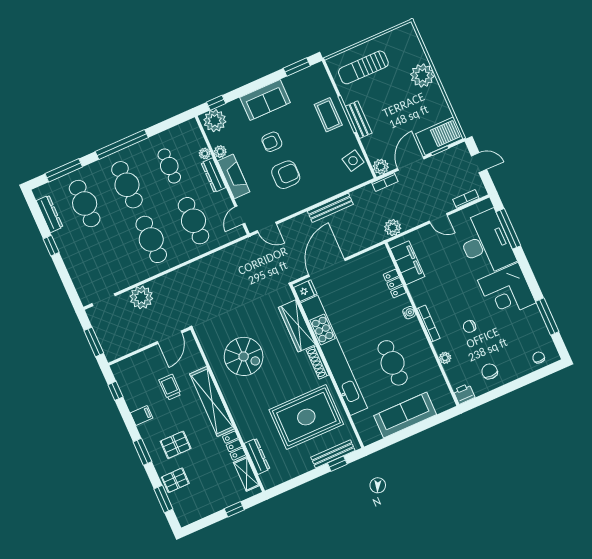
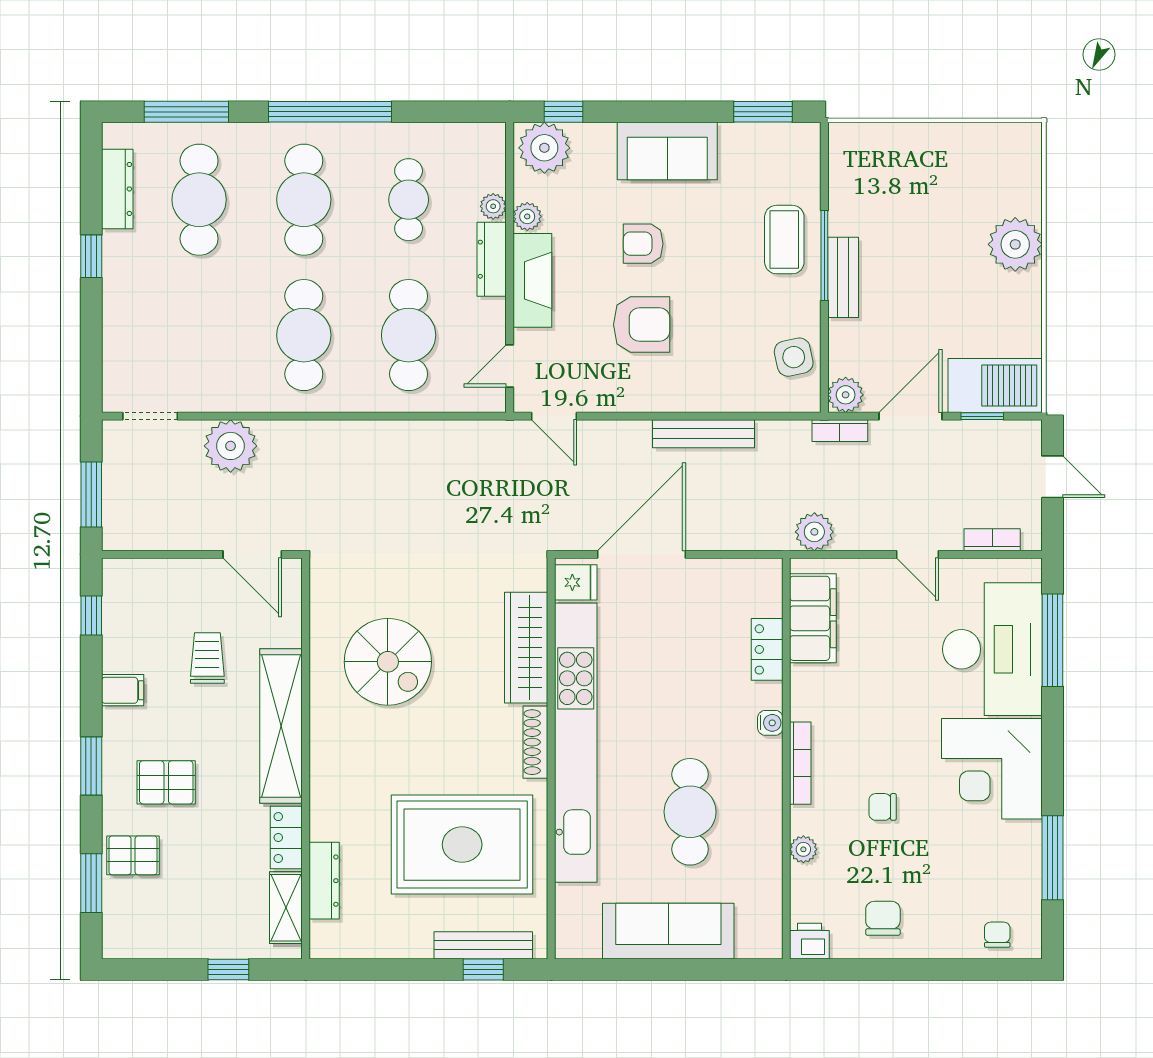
sun lounger: (363, 67) -> (901, 174), removed
door: (170, 337) -> (252, 554), hinge flipped

